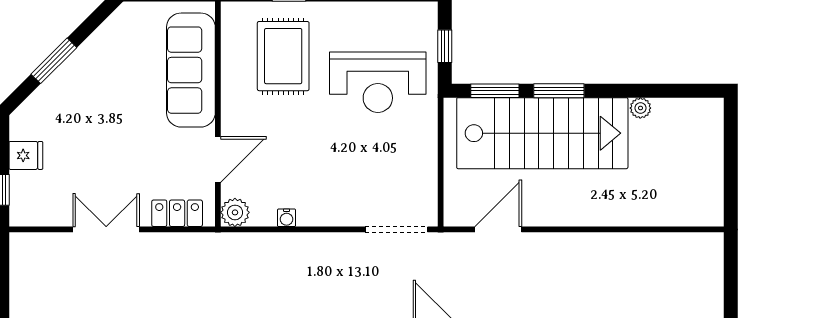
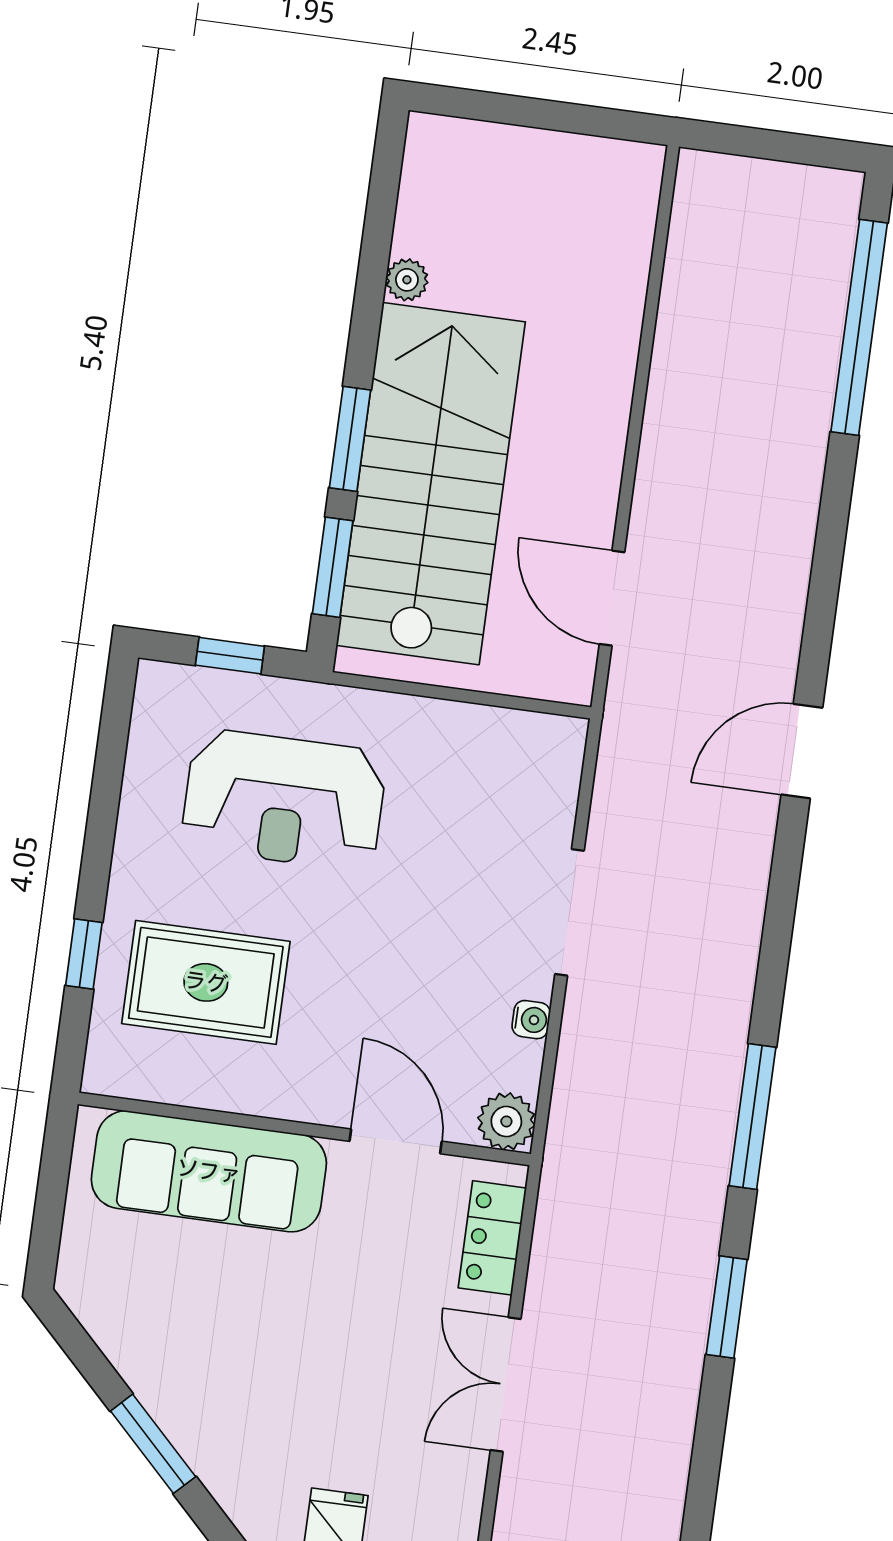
reception desk: (378, 82) -> (284, 800), turned 90
doorway: (396, 229) -> (569, 912), moved

